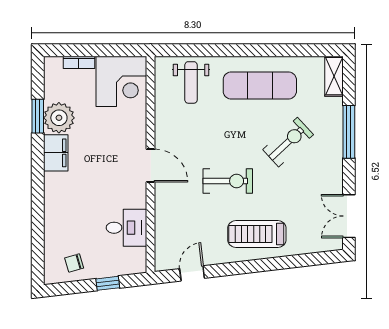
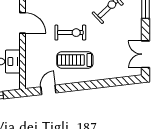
treadmill: (257, 234) -> (75, 60), moved

